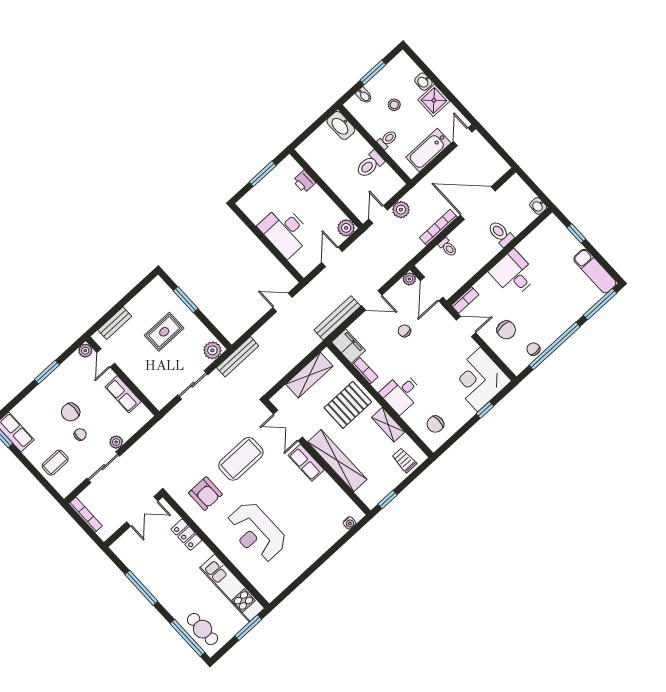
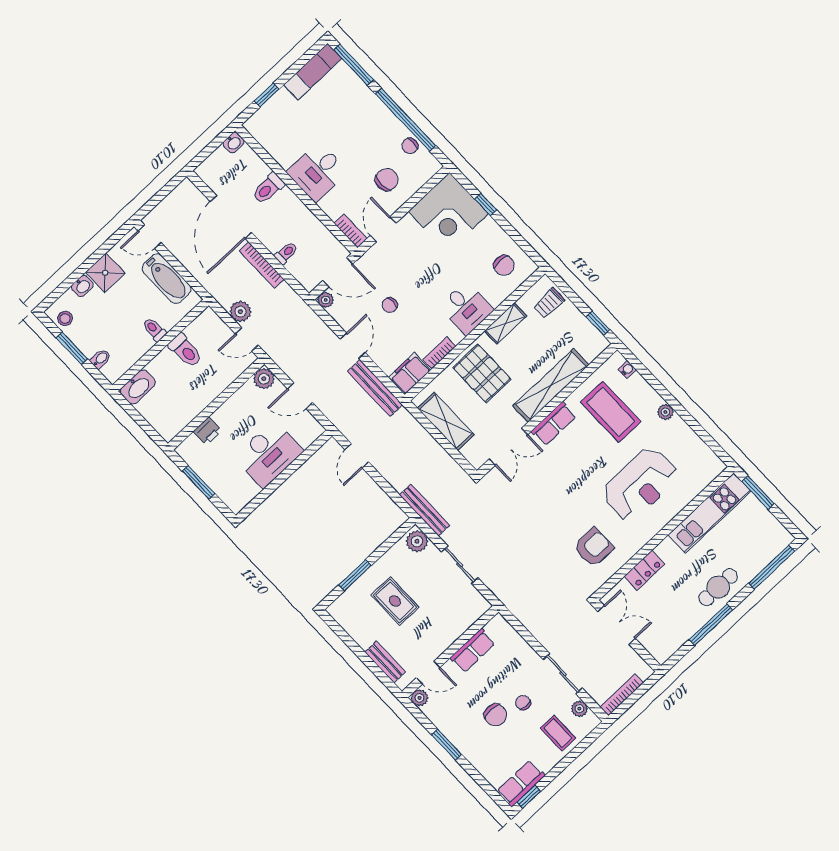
stool: (394, 105) -> (65, 319), moved
plant: (116, 442) -> (579, 709), moved
coffee table: (241, 459) -> (611, 412), moved
plant: (315, 553) -> (665, 412), added
cafe table: (202, 629) -> (718, 587), moved

